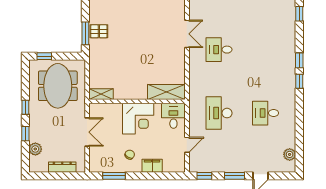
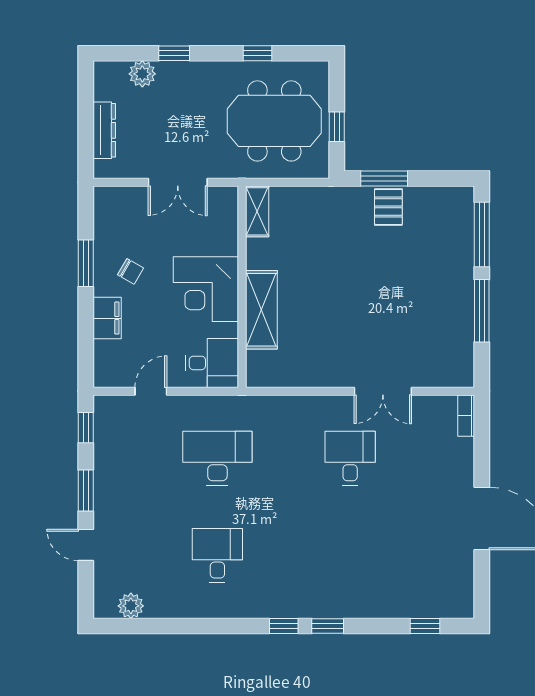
window: (44, 56) -> (337, 127), moved
shelving: (166, 92) -> (261, 310), moved
window: (25, 107) -> (258, 53), moved
door: (187, 145) -> (151, 391), swing flipped
window: (114, 176) -> (86, 263), moved

